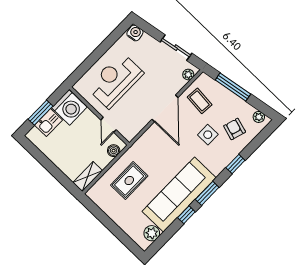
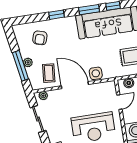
door: (165, 108) -> (75, 85), hinge flipped
plant: (259, 117) -> (28, 62), moved
side table: (208, 135) -> (96, 73), moved

